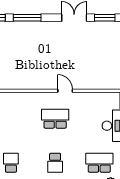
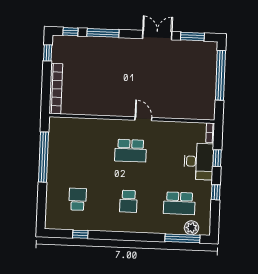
school desk: (55, 119) -> (131, 151), turned 180
school desk: (99, 163) -> (179, 203), turned 180

